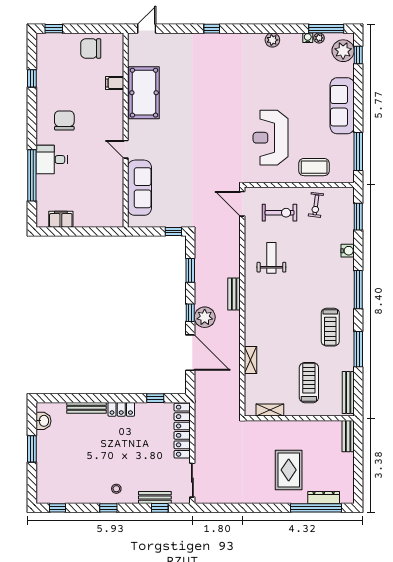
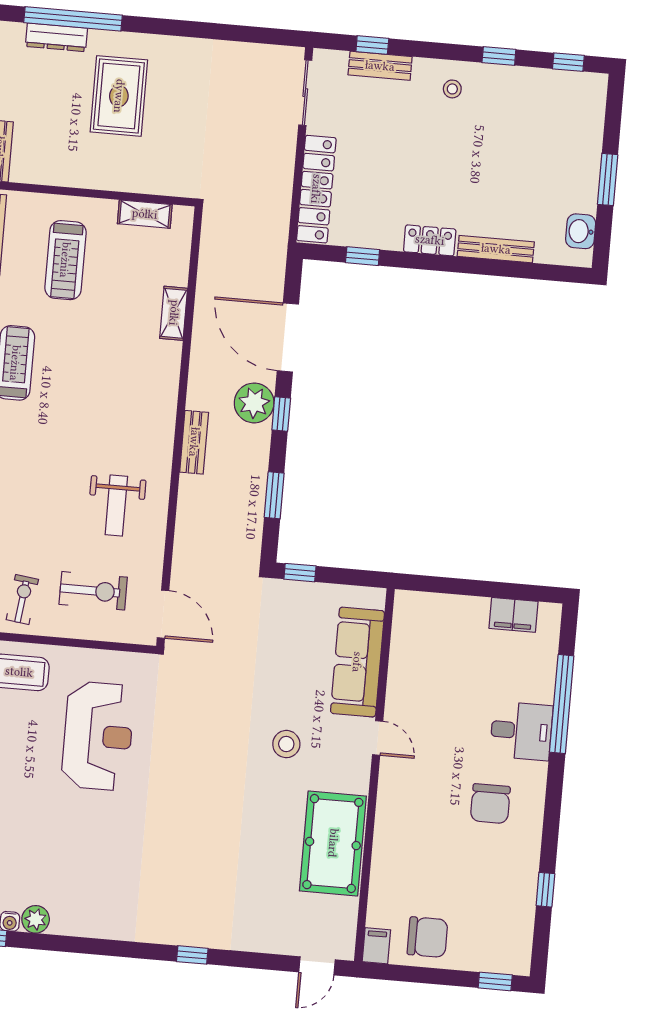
plant: (272, 40) -> (36, 919), moved
filing cabinet: (115, 83) -> (376, 946), moved, turned -90
stool: (173, 142) -> (286, 744), added
exercise bike: (280, 213) -> (93, 591), turned 180
window: (108, 508) -> (499, 56), moved

